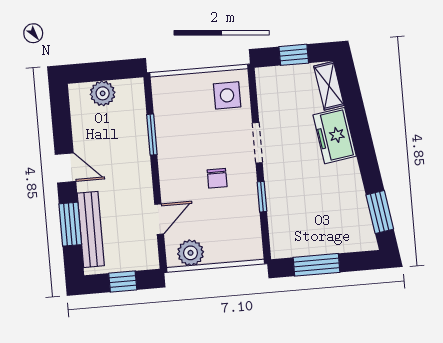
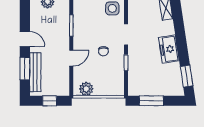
freezer: (335, 136) -> (169, 49), moved
door: (159, 219) -> (71, 58), moved

